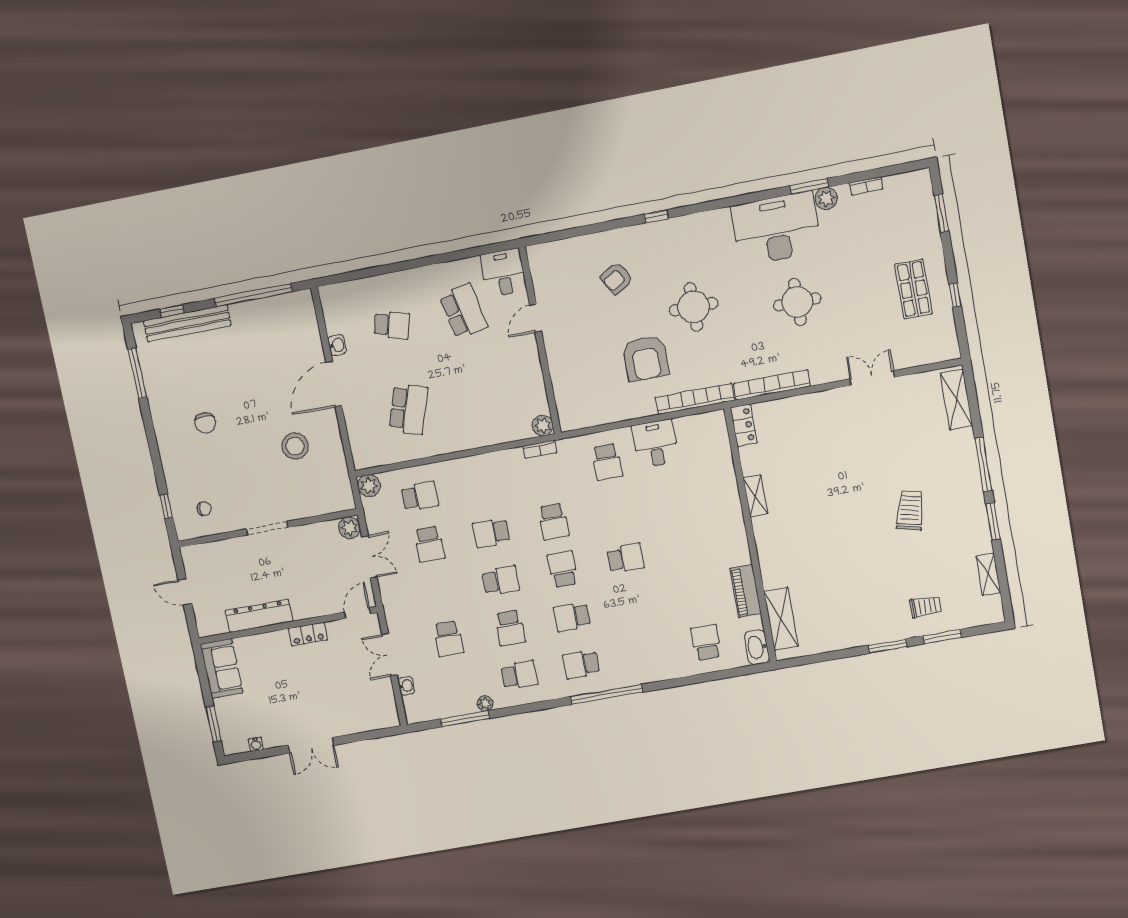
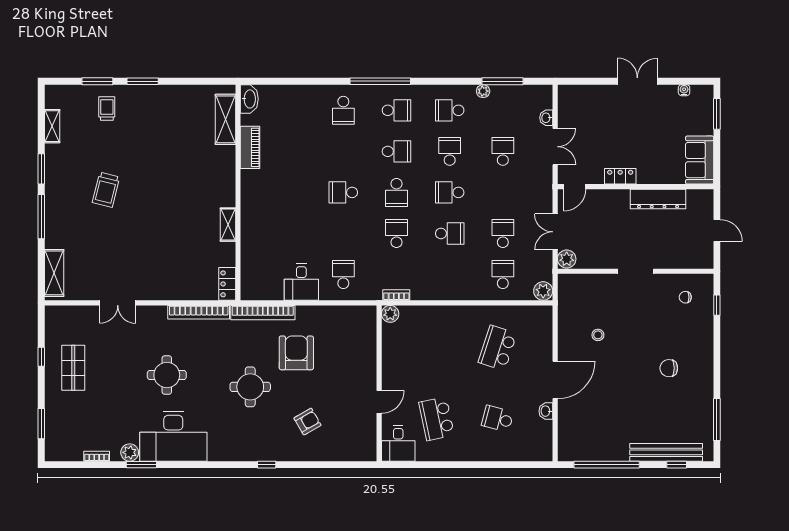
chair: (205, 423) -> (669, 368), turned -90
stool: (295, 446) -> (598, 335), width x0.53, depth x0.53
school desk: (420, 496) -> (503, 275), turned 90
trolley: (925, 607) -> (107, 109), turned 90
school desk: (706, 643) -> (343, 110), moved

